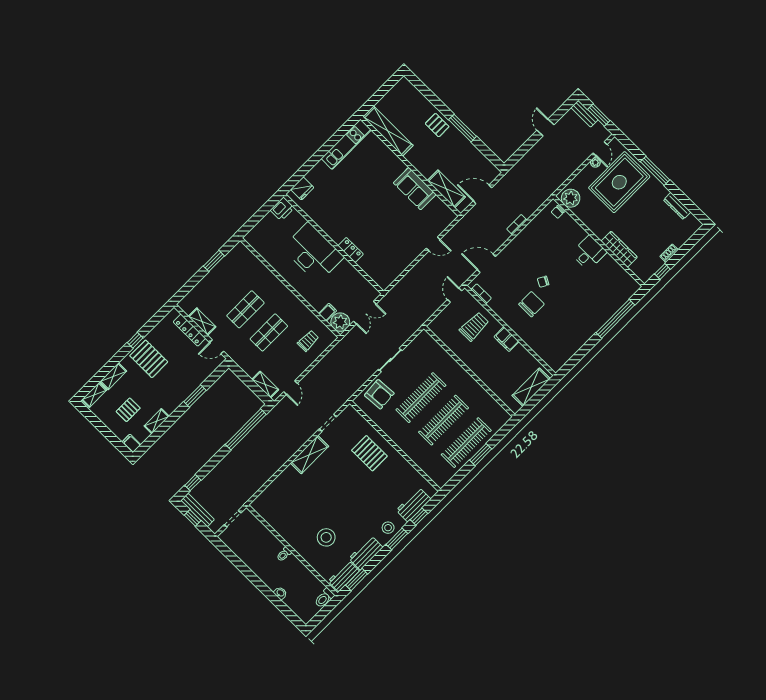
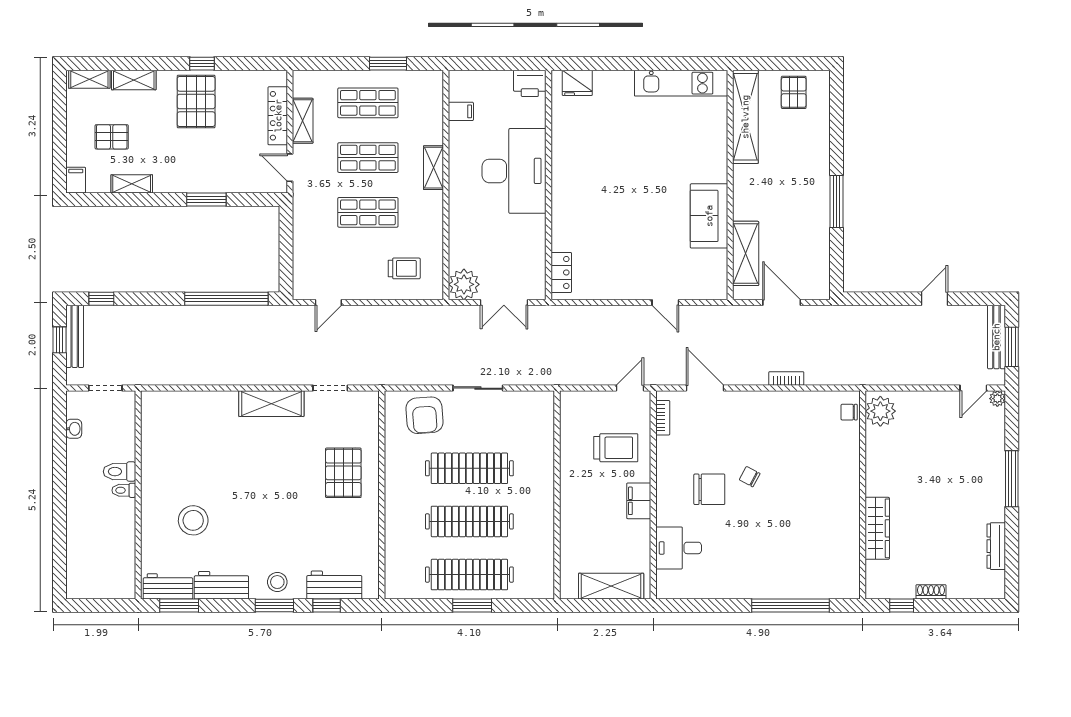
bench: (584, 114) -> (996, 337), width x1.36
pallet: (437, 125) -> (794, 92), moved
plant: (595, 162) -> (997, 399), moved
rug: (619, 182) -> (956, 450), removed
locker: (351, 250) -> (561, 272), moved
desk: (589, 253) -> (679, 548), moved, turned 180
shop shelf: (222, 286) -> (368, 103), added
filing cabinet: (328, 312) -> (461, 111), moved
shelving: (265, 385) -> (433, 168), moved
washbasin: (280, 593) -> (74, 429), moved
toilet: (324, 598) -> (119, 472), moved

